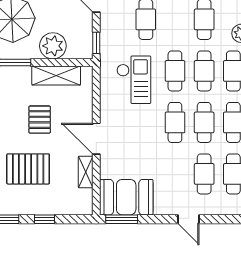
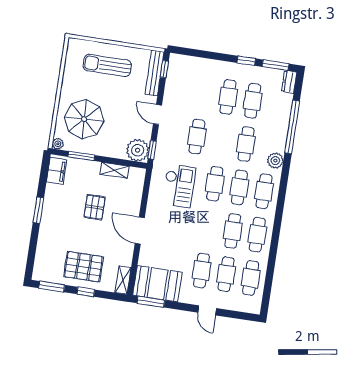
plant: (53, 46) -> (138, 150), moved
shelving: (56, 76) -> (114, 170), width x0.67, depth x0.75
cafe table: (175, 122) -> (202, 270), moved
pallet: (28, 169) -> (83, 267), moved
shelving: (86, 172) -> (123, 280), moved

